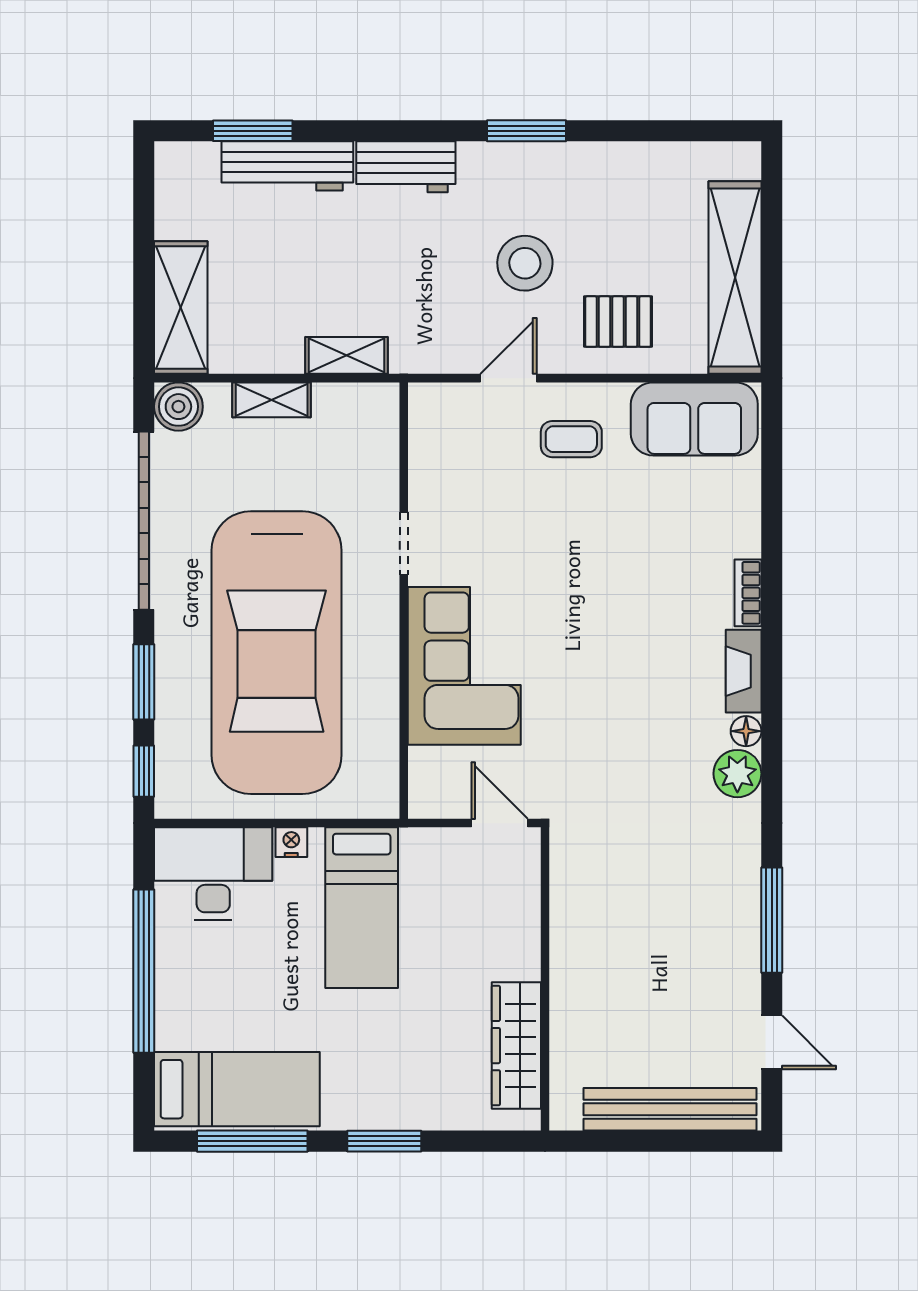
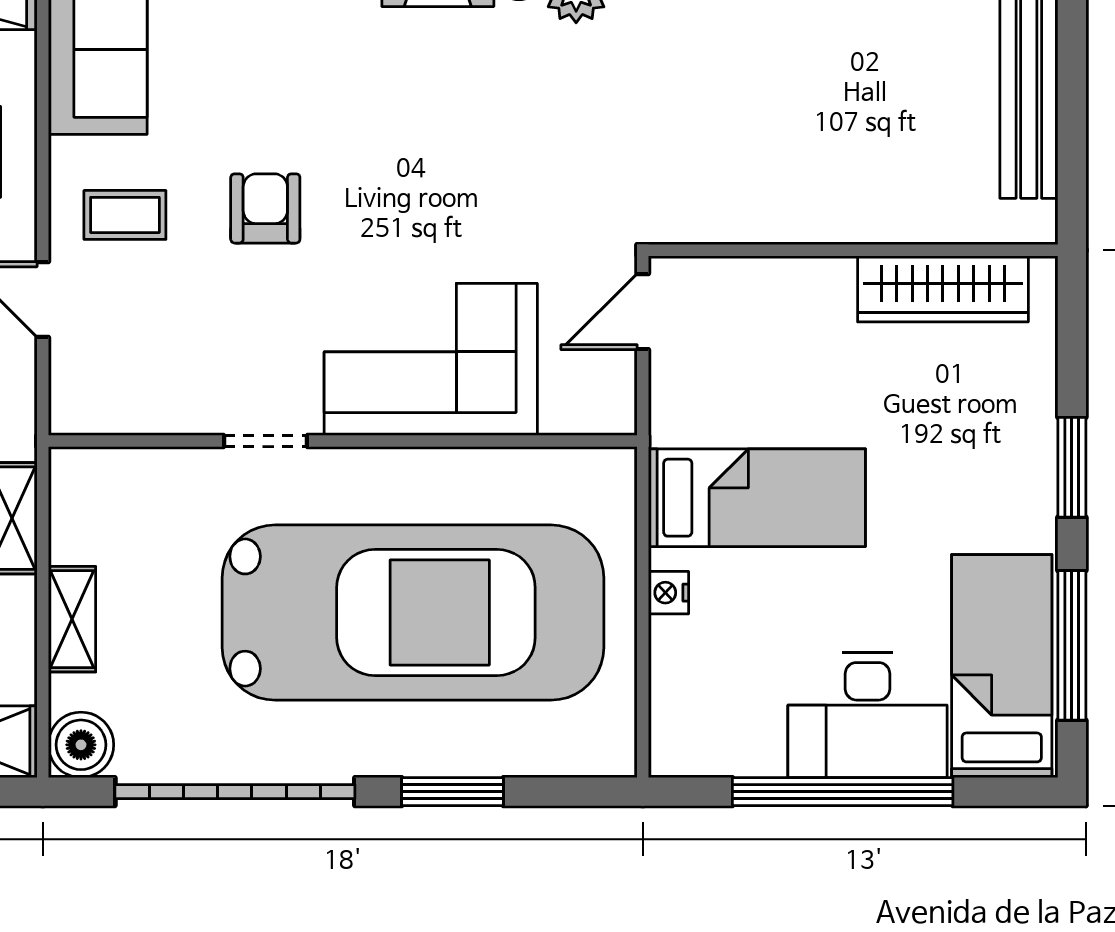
coffee table: (571, 439) -> (125, 215), turned 90
armchair: (576, 543) -> (265, 208), added
window: (144, 771) -> (573, 792), removed
desk: (213, 874) -> (868, 715), moved, turned -90

